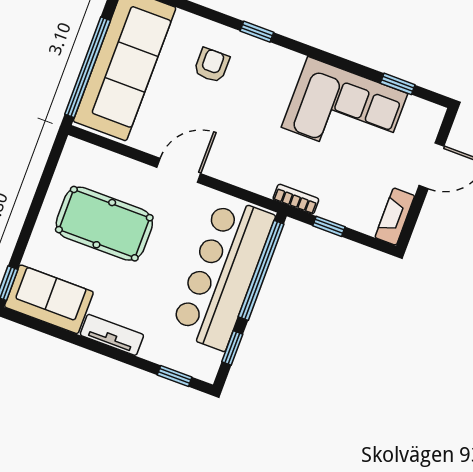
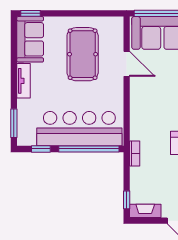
door: (179, 170) -> (127, 64), moved
window: (329, 226) -> (127, 200), moved
window: (175, 376) -> (14, 123), width x1.50

